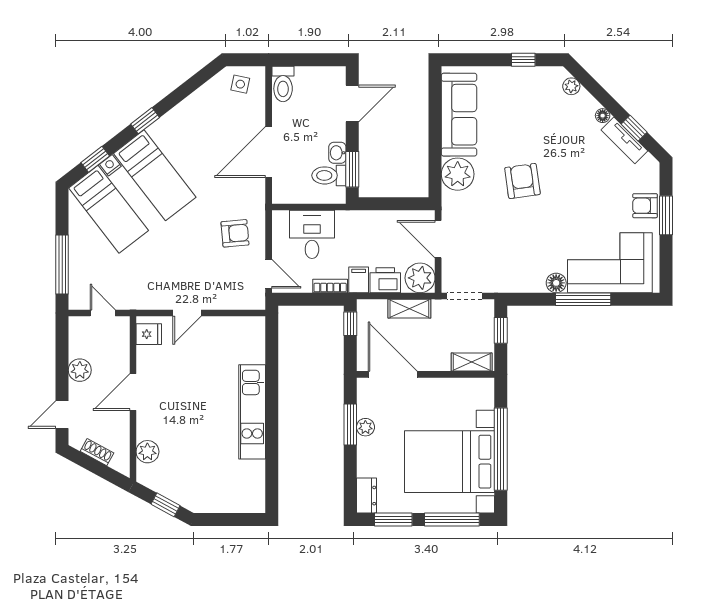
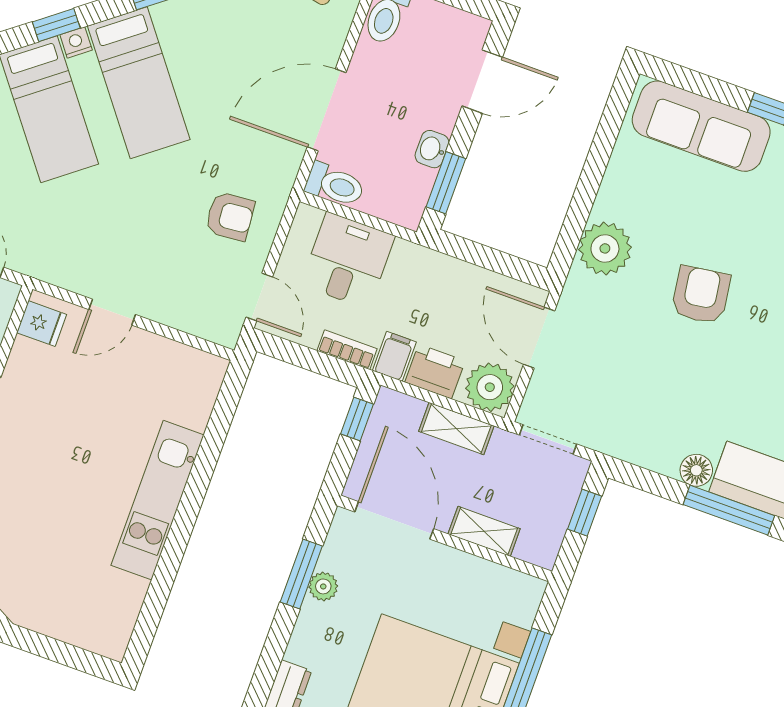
sofa: (459, 115) -> (701, 126), moved, turned 90
toilet: (329, 175) -> (335, 185), moved, turned 180
shelving: (472, 362) -> (484, 531), moved

